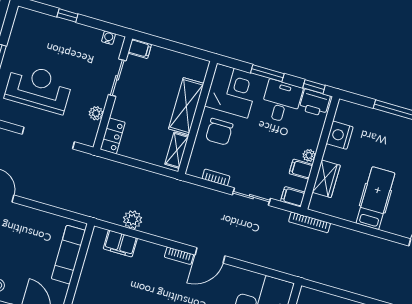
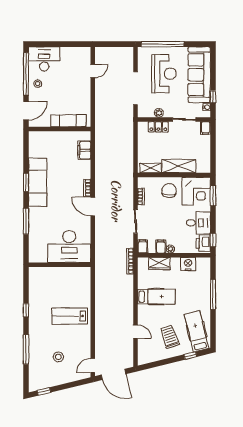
window: (67, 15) -> (213, 97), moved
sofa: (56, 35) -> (199, 75), added
window: (267, 73) -> (213, 196), moved
chair: (219, 132) -> (169, 191), turned 92
locker: (113, 136) -> (158, 127), moved
plant: (133, 220) -> (101, 153), removed

